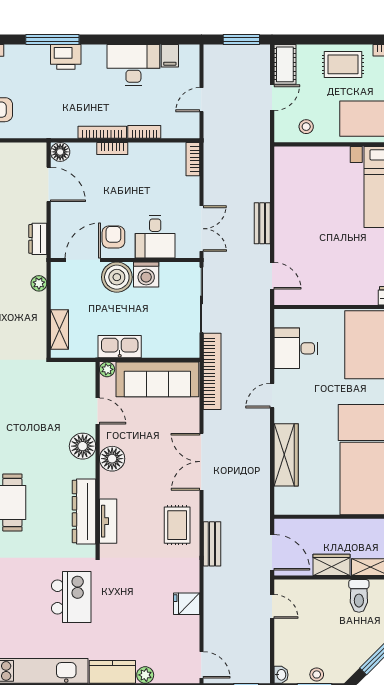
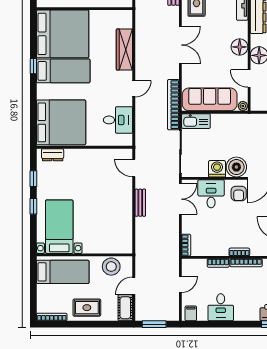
filing cabinet: (170, 56) -> (191, 313), moved
desk: (133, 65) -> (221, 307), width x0.73
stool: (306, 127) -> (111, 267), width x1.89, depth x1.89
double door: (201, 229) -> (180, 199), swing flipped
kitchen sink: (120, 347) -> (196, 121), moved

